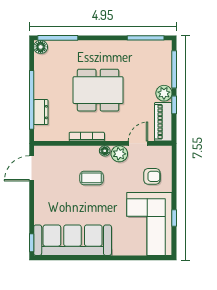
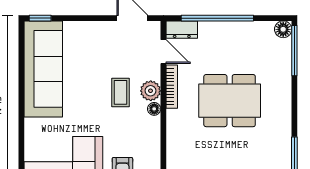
dining table: (98, 90) -> (230, 101), turned 90
dresser: (41, 112) -> (182, 30), moved
door: (138, 143) -> (163, 52), moved
plant: (119, 154) -> (151, 91), moved

